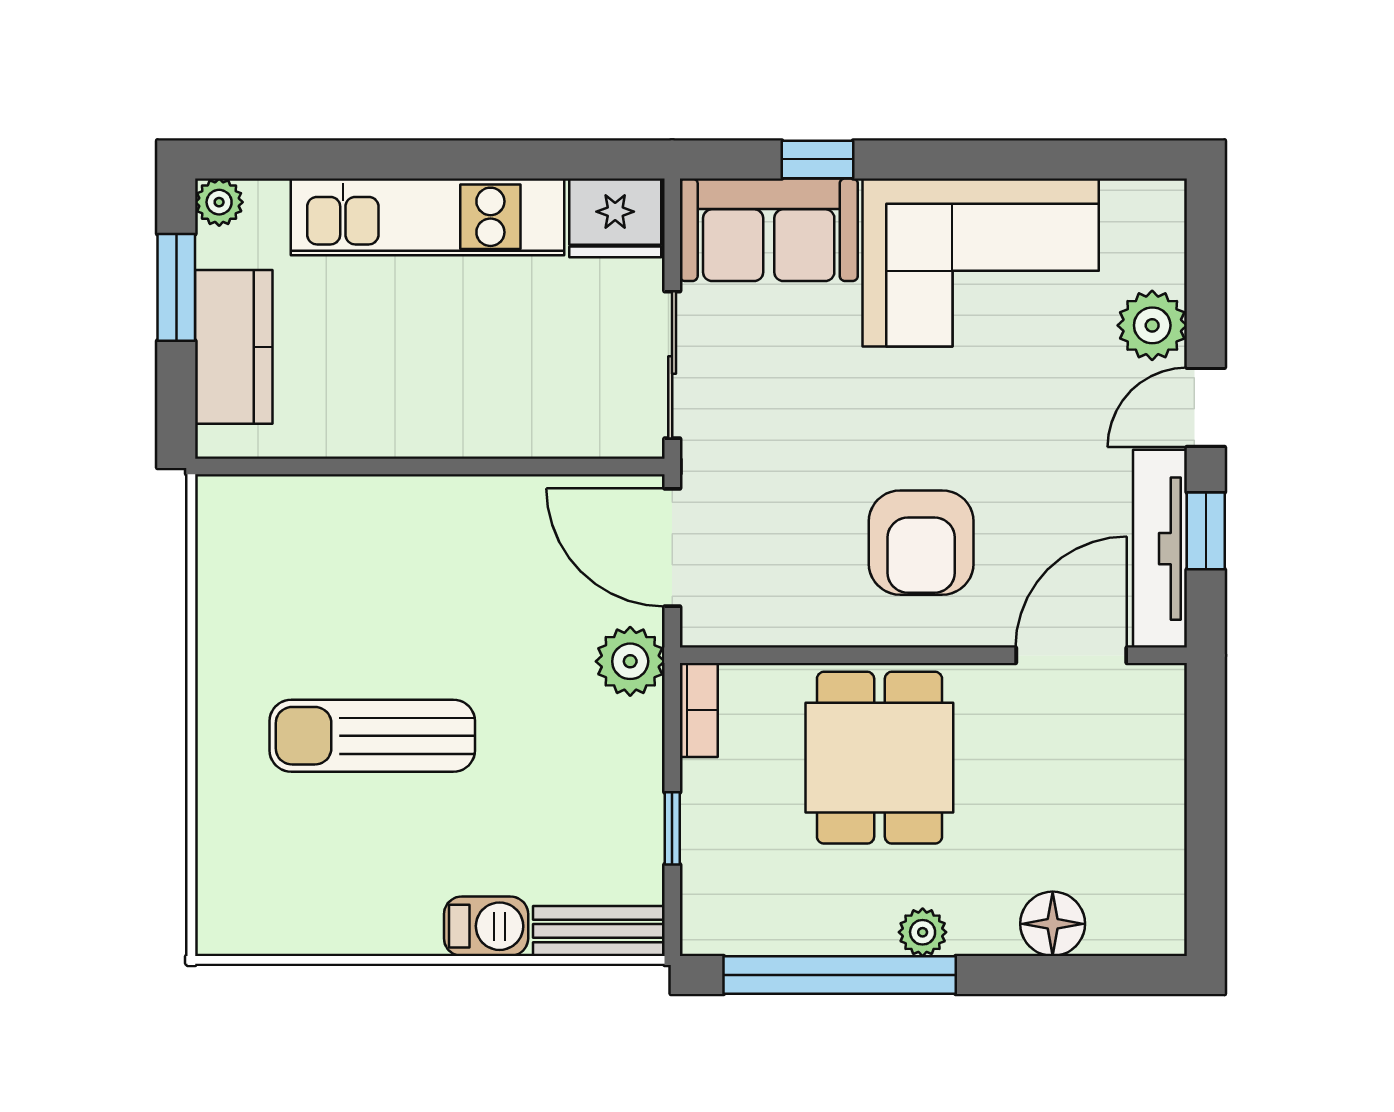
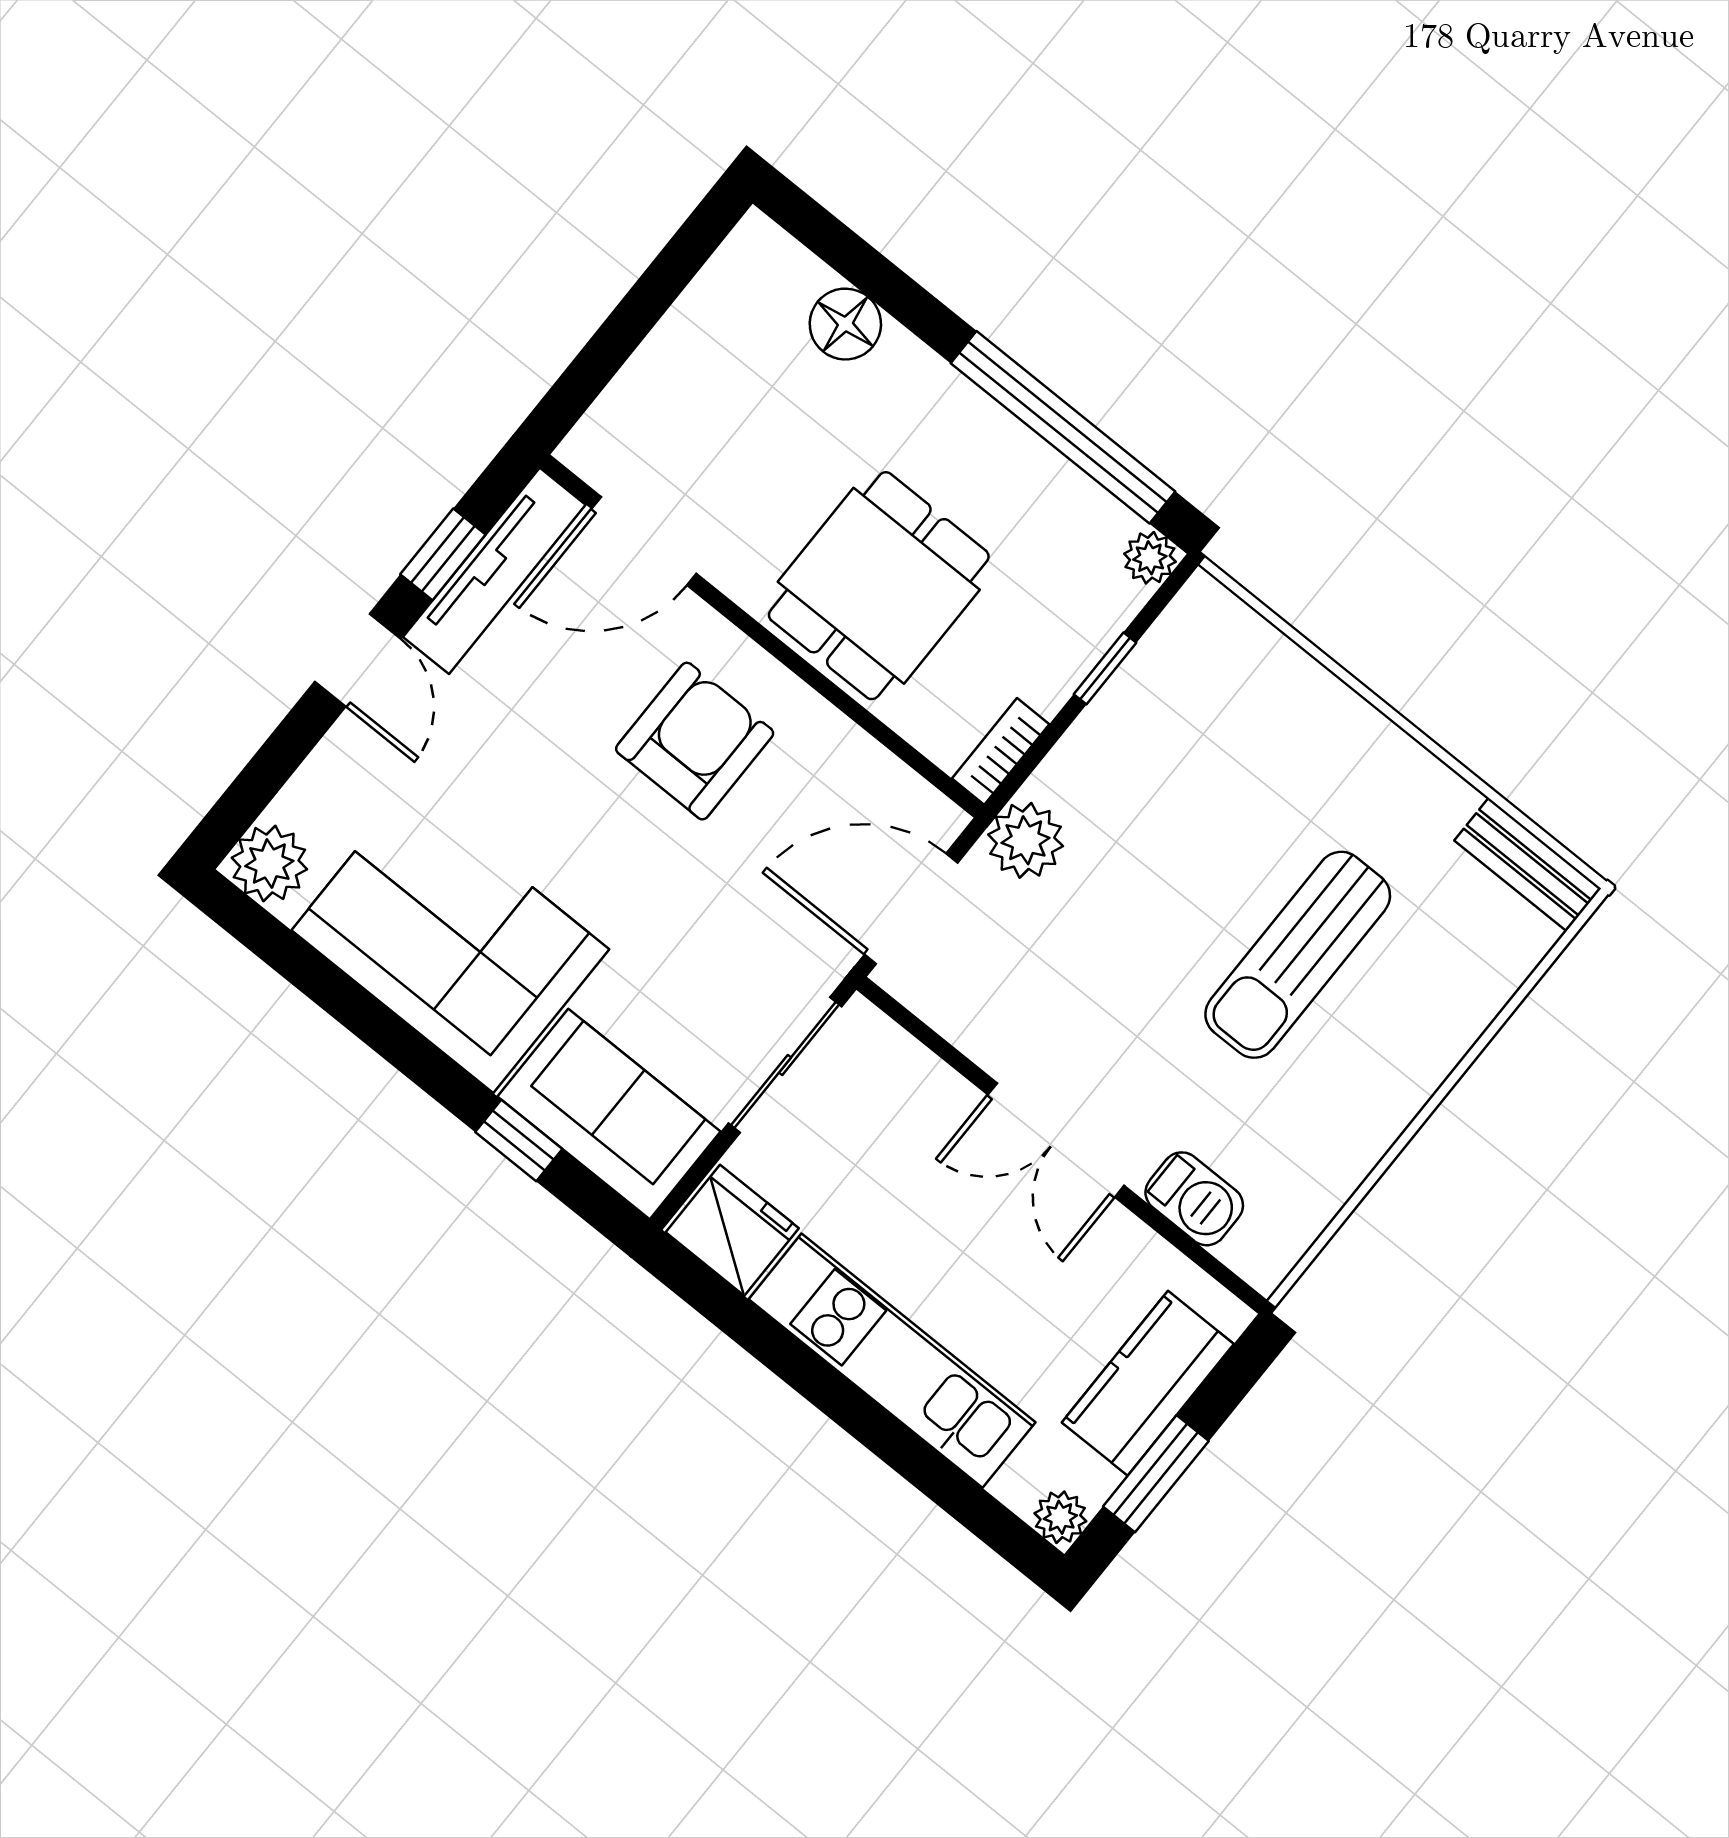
plant: (1152, 325) -> (269, 863), moved
door: (1206, 407) -> (358, 660), hinge flipped
double door: (438, 466) -> (1056, 1140), added
door: (672, 547) -> (911, 909), swing flipped
sun lounger: (372, 736) -> (1298, 955), turned 90
barbecue: (486, 926) -> (1194, 1199), moved, turned 180
bench: (599, 931) -> (1528, 865), moved
plant: (923, 932) -> (1150, 558), moved

